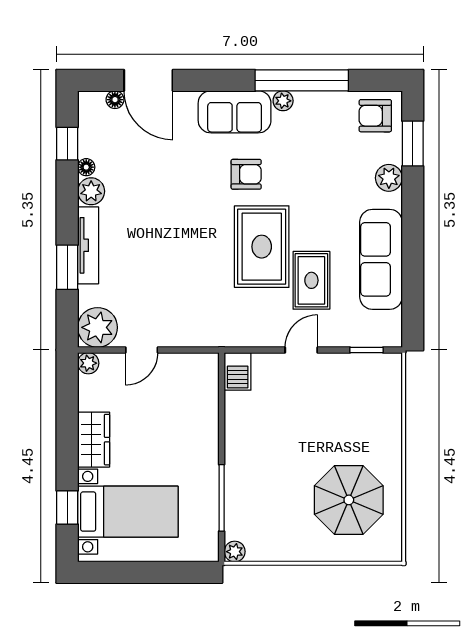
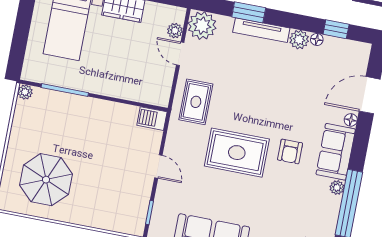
floor lamp: (115, 100) -> (351, 120), moved
rug: (311, 280) -> (196, 102), moved, turned 90
plant: (88, 363) -> (175, 31), moved

